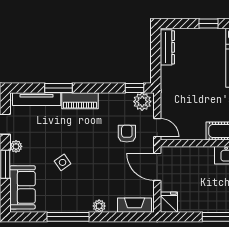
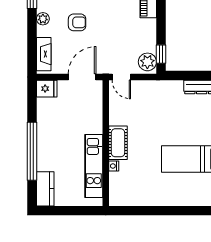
door: (157, 128) -> (121, 77), hinge flipped
armchair: (127, 134) -> (77, 22), moved

